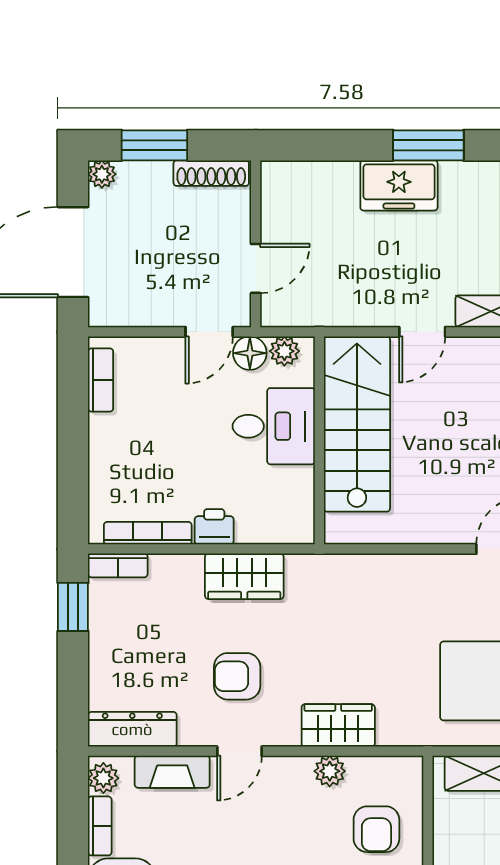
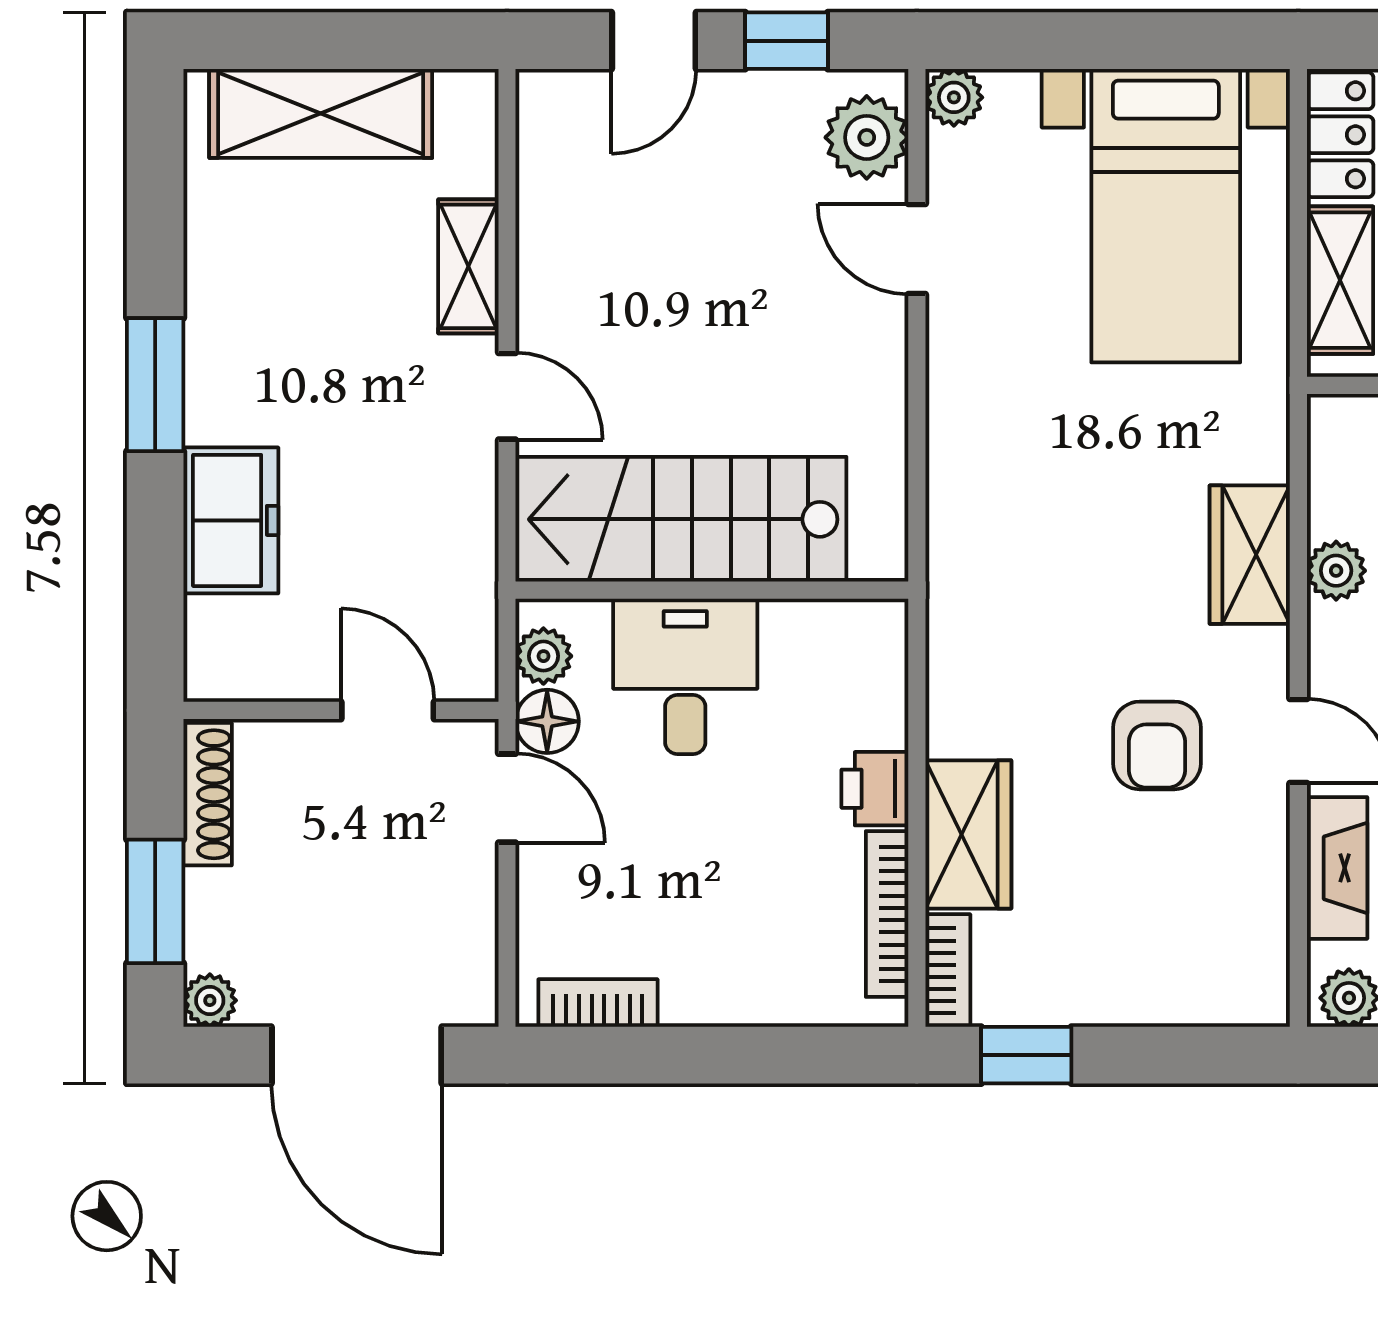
freezer: (399, 185) -> (231, 520), moved
wardrobe: (244, 576) -> (968, 834), moved
dresser: (132, 729) -> (1257, 943), removed

